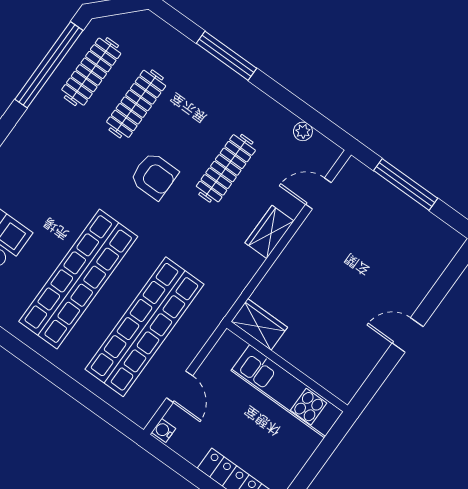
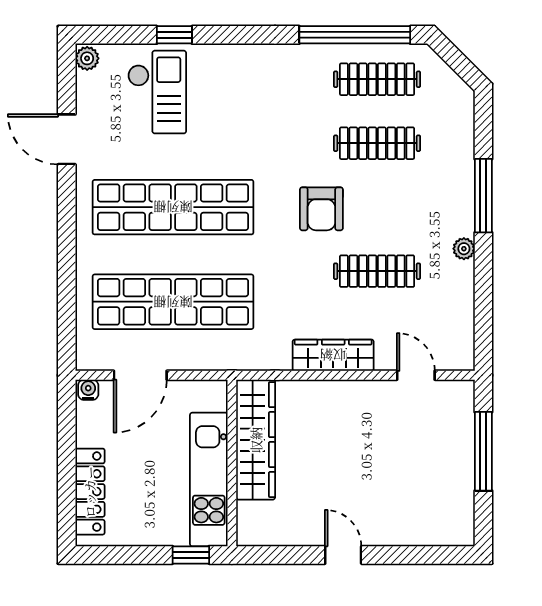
plant: (303, 131) -> (464, 249), moved
wardrobe: (269, 232) -> (333, 355), width x1.50
wardrobe: (259, 324) -> (256, 440), width x2.10, depth x1.17
door: (180, 387) -> (140, 375), width x1.38
window: (331, 442) -> (191, 555), added

